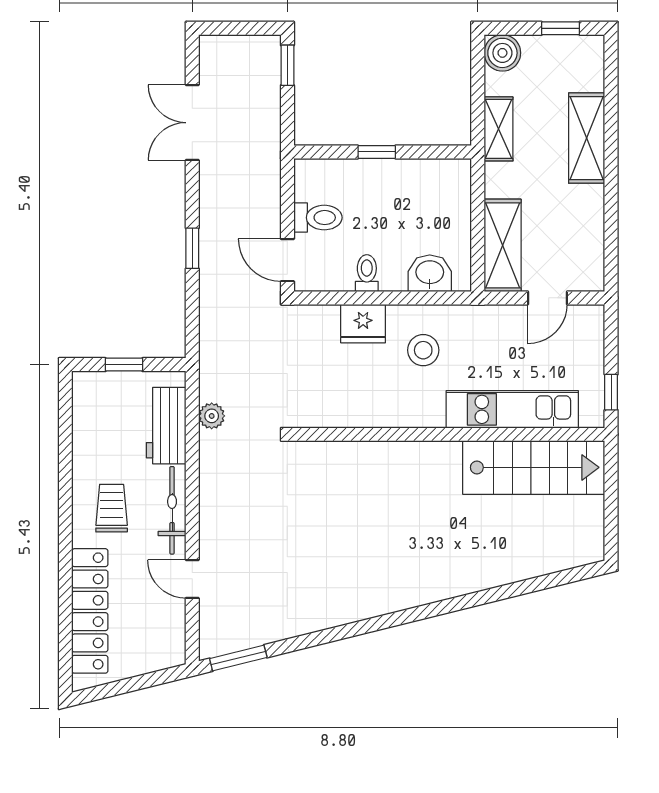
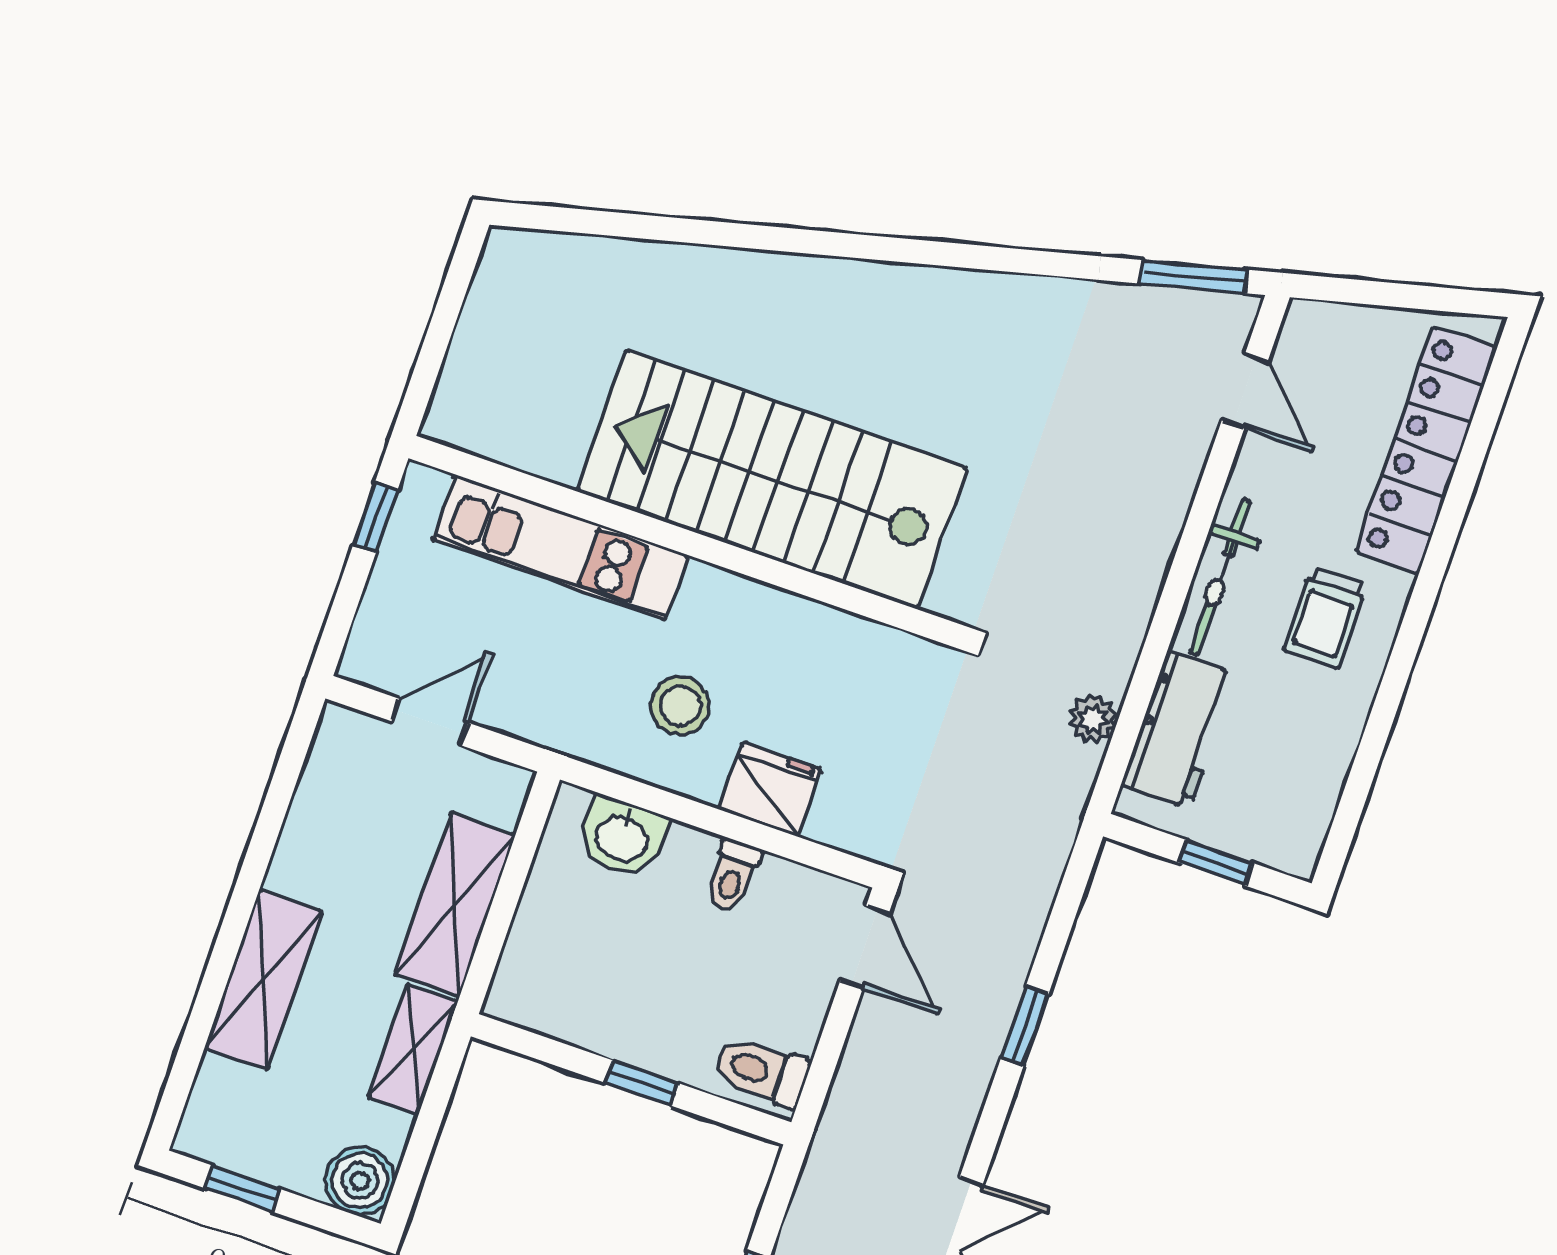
toilet: (318, 218) -> (761, 1071), moved
shelving: (503, 245) -> (455, 905), moved
stairs: (534, 467) -> (772, 479), moved, width x1.36, depth x1.51
door: (192, 579) -> (1245, 391), moved

